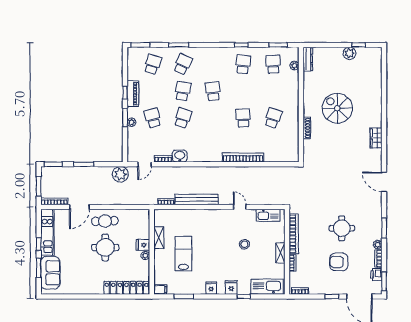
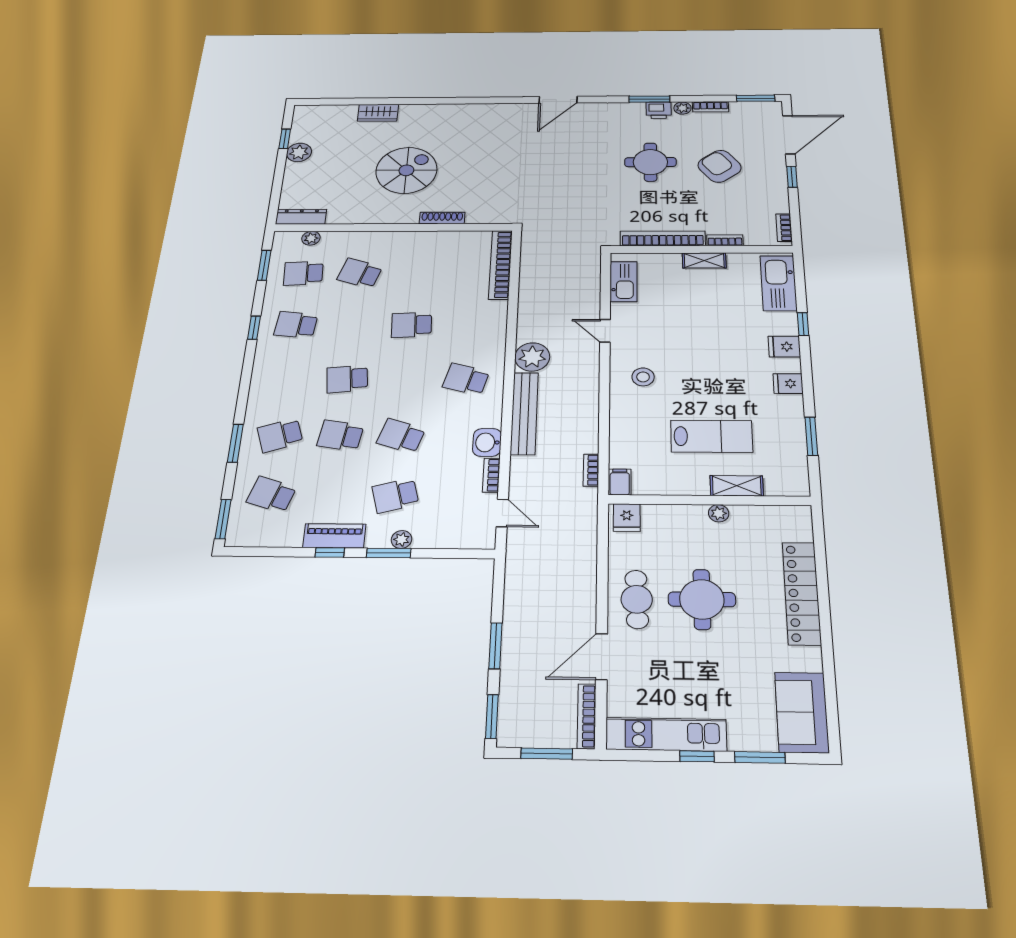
school desk: (183, 64) -> (280, 435), turned -42
spiral stairs: (337, 108) -> (406, 170), turned 180
school desk: (273, 118) -> (360, 273), moved
wardrobe: (376, 138) -> (378, 113), moved
school desk: (213, 145) -> (466, 379), added
bookcase: (243, 157) -> (501, 265), moved
plant: (120, 174) -> (532, 357), moved
bench: (196, 199) -> (524, 413), moved
door: (79, 207) -> (601, 657), swing flipped
door: (240, 207) -> (605, 331), hinge flipped
shelving: (159, 238) -> (737, 486), moved
stool: (244, 244) -> (643, 377), moved
fridge: (143, 245) -> (627, 518), moved
lab bench: (183, 254) -> (712, 436), turned 180
armchair: (339, 262) -> (720, 166), turned 143
sofa: (50, 273) -> (802, 712), moved, turned -90
printer: (376, 275) -> (659, 110), moved
locker: (126, 288) -> (802, 593), moved
filing cabinet: (160, 290) -> (620, 482), moved

